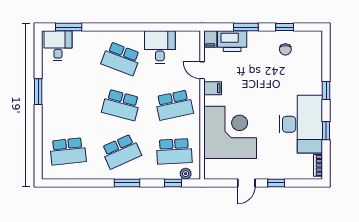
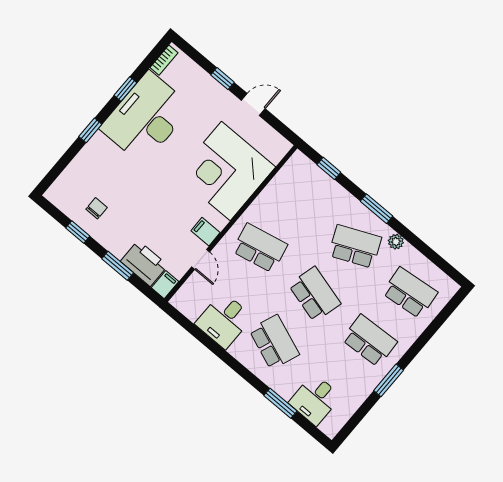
window: (69, 27) -> (280, 403), moved
desk: (58, 46) -> (315, 400), moved
school desk: (174, 151) -> (369, 341), moved
plant: (186, 174) -> (396, 242), moved

